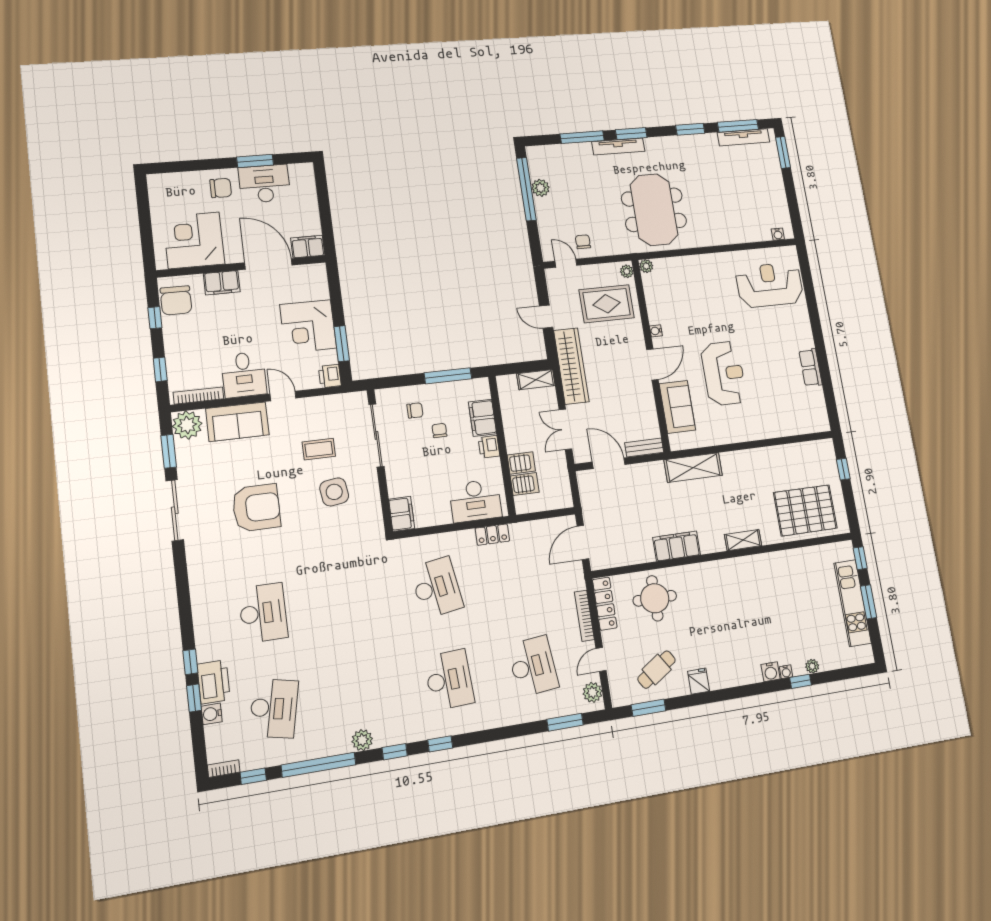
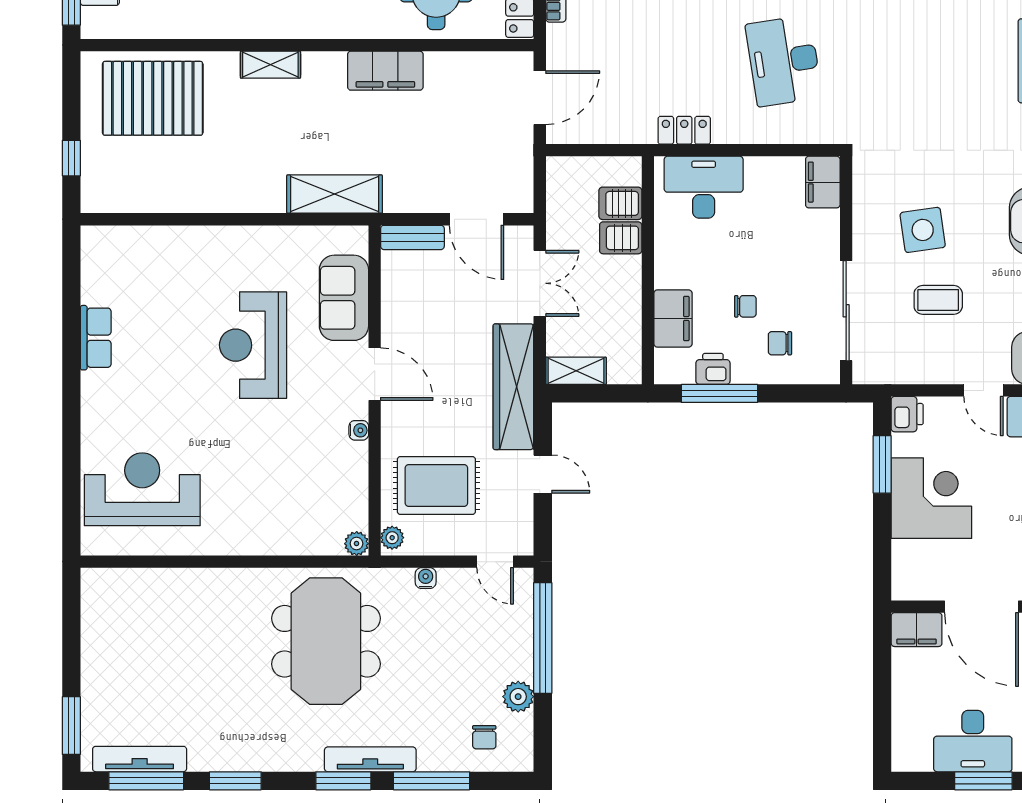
window: (526, 189) -> (543, 638), moved
water cooler: (778, 234) -> (426, 578), moved
chair: (583, 242) -> (484, 737), moved
reception desk: (770, 285) -> (142, 489), turned 180
door: (652, 364) -> (375, 374), swing flipped
chair: (439, 430) -> (745, 306), turned -90
printer: (489, 447) -> (713, 369), moved, turned -90

